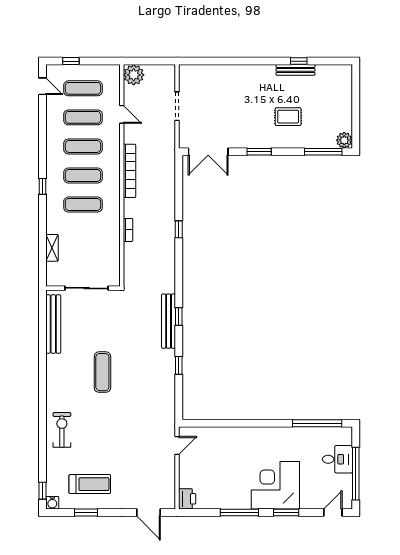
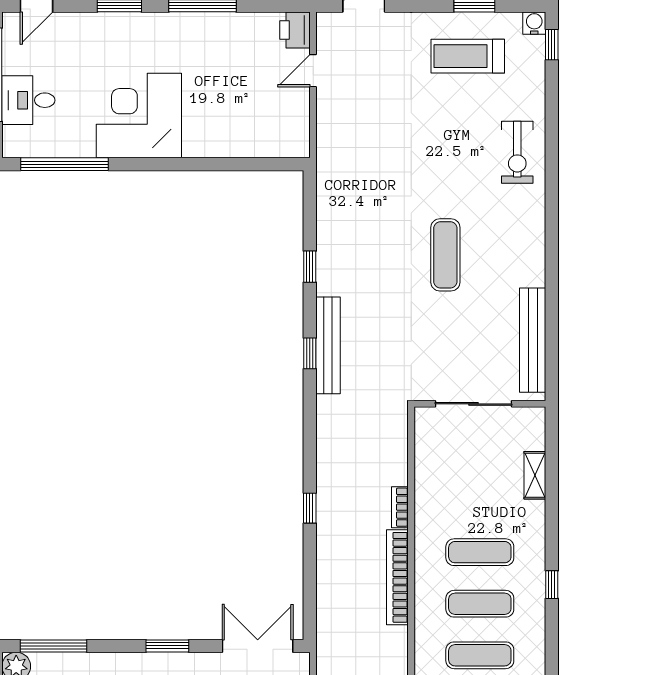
bookcase: (129, 171) -> (397, 577), moved
door: (177, 446) -> (313, 71), moved
corner desk: (275, 485) -> (139, 116), moved, turned 180

